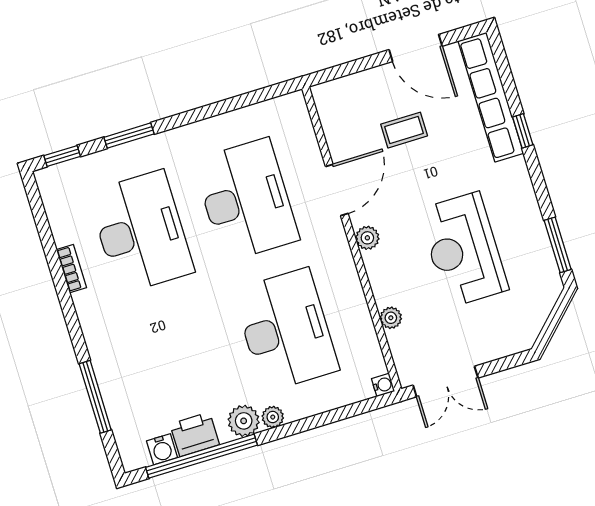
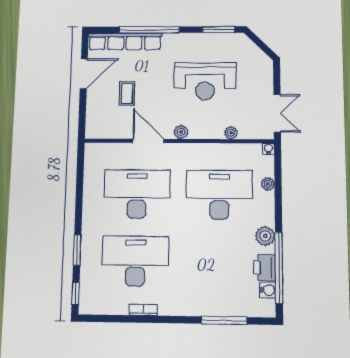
window: (523, 131) -> (149, 30), width x3.17
plant: (273, 417) -> (268, 184), moved

